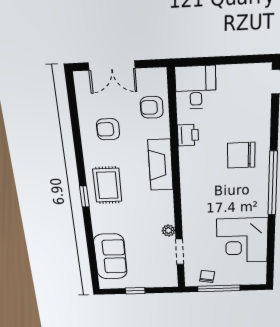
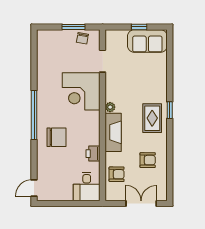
plant: (169, 231) -> (110, 107), moved
corner desk: (242, 240) -> (81, 91), moved, turned 180
sofa: (110, 257) -> (147, 41), moved, turned -90
window: (219, 288) -> (74, 27), width x0.69

